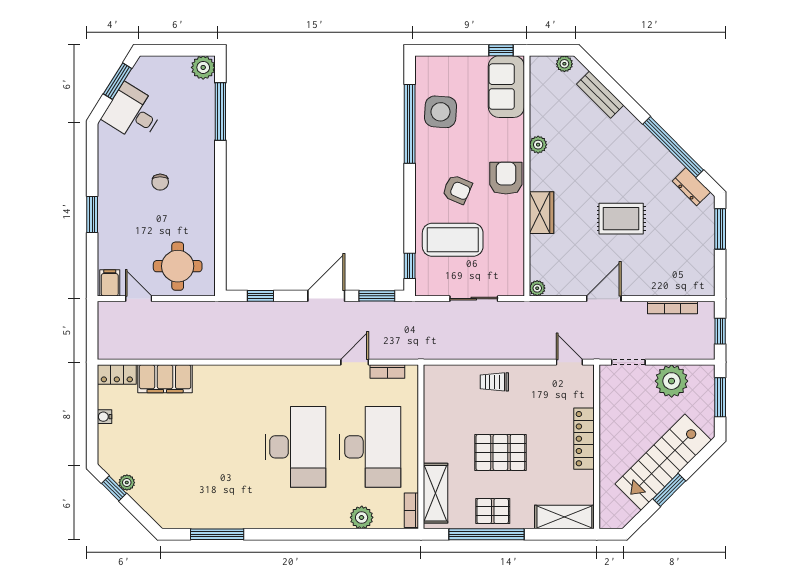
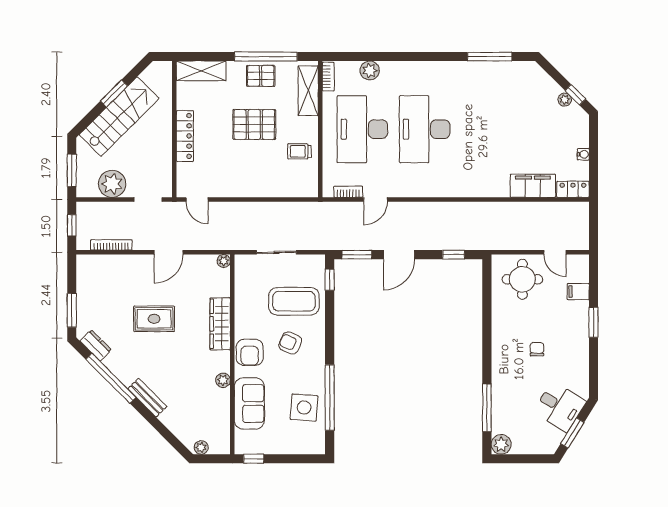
sofa: (506, 87) -> (249, 404), moved
bench: (600, 95) -> (147, 398), moved
wardrobe: (542, 213) -> (220, 324), width x1.50
filing cabinet: (110, 283) -> (578, 292), moved, turned 90
trolley: (494, 382) -> (299, 151), moved, turned 180

